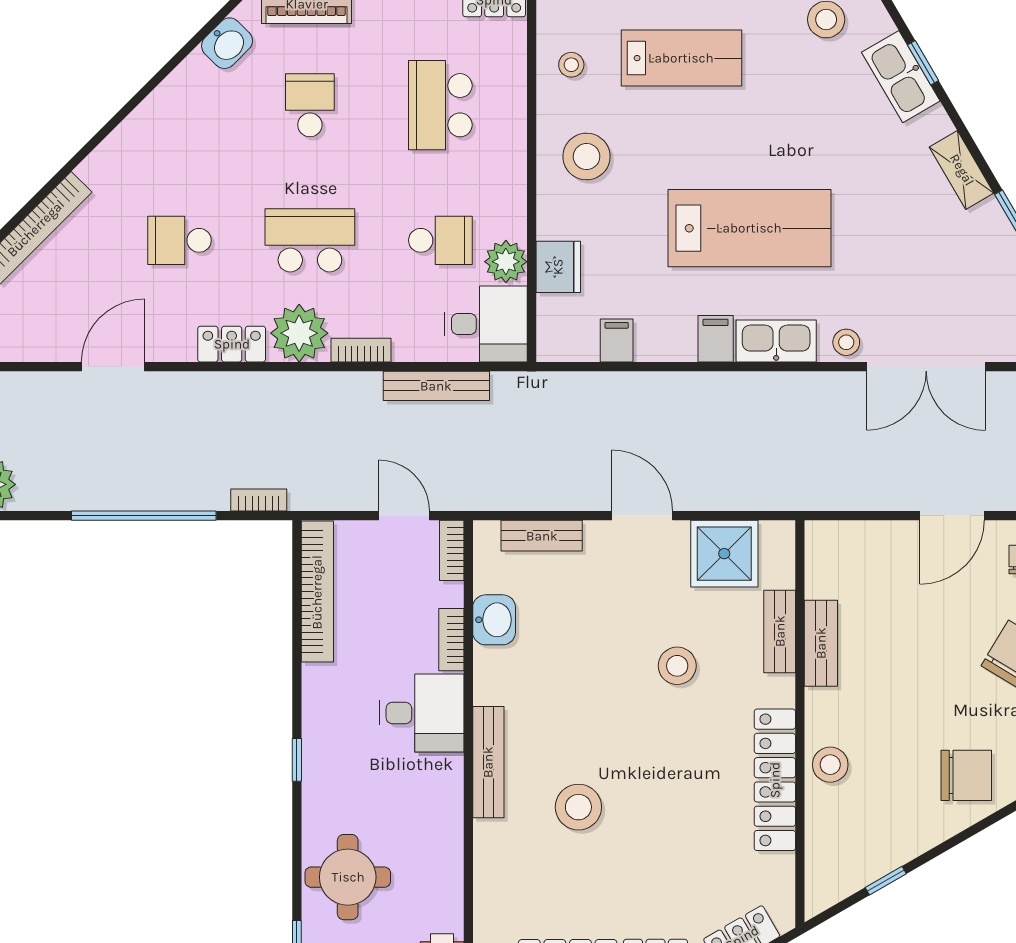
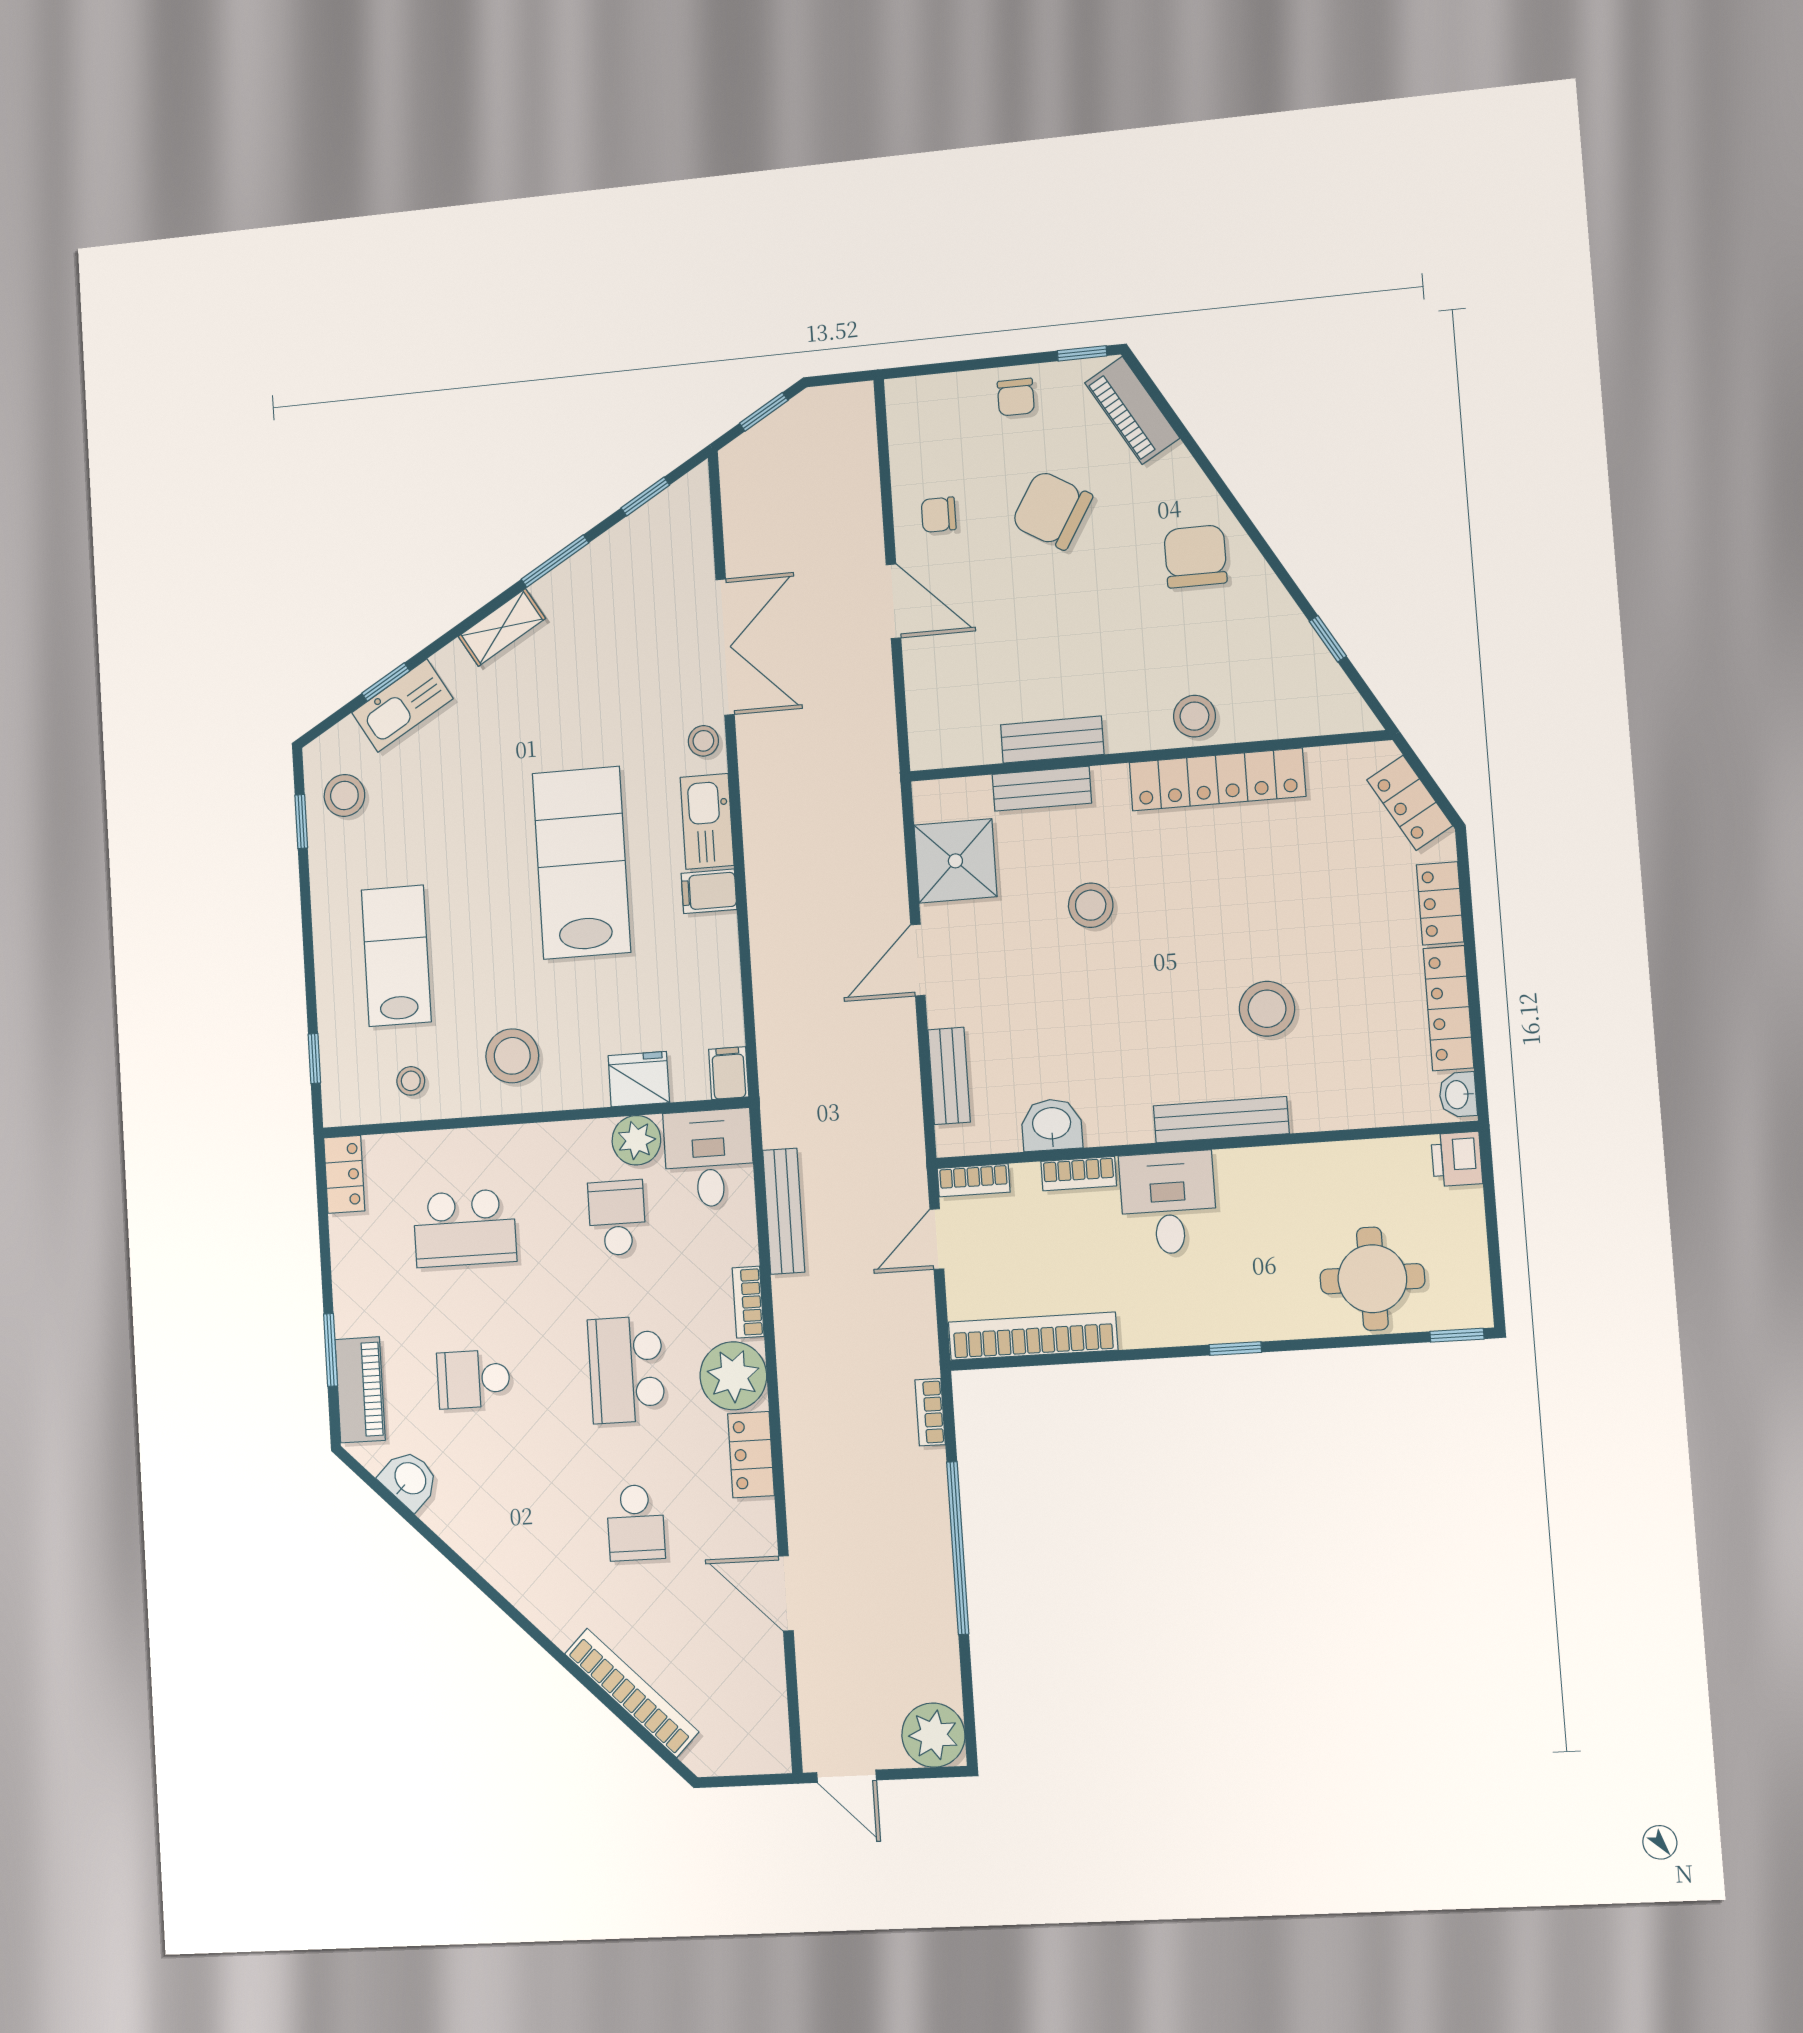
filing cabinet: (617, 340) -> (729, 1073), moved, turned 90

